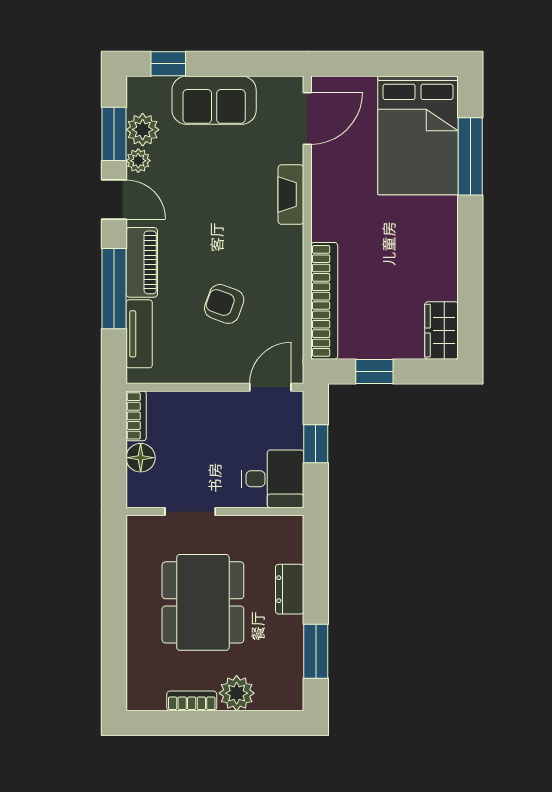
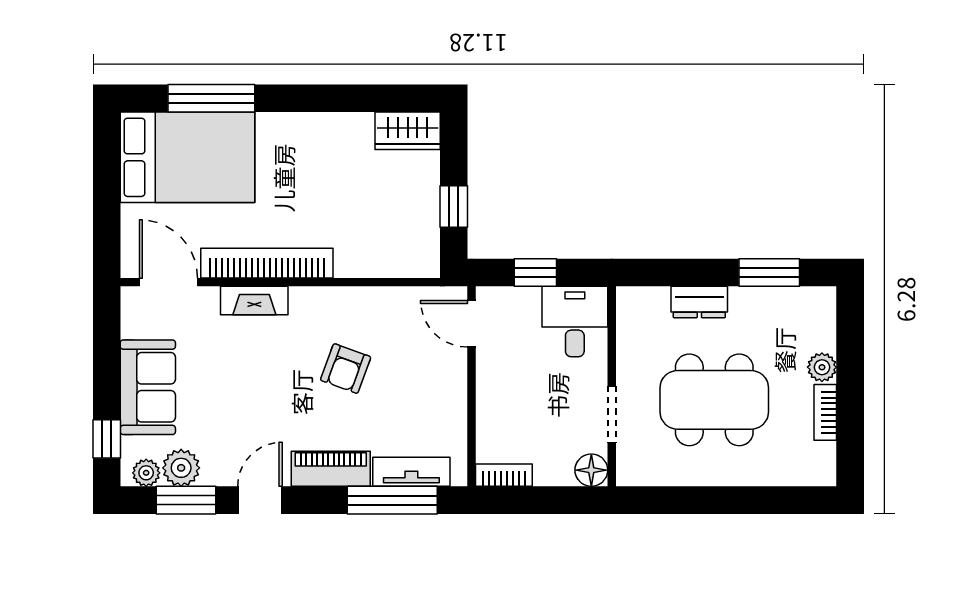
plant: (138, 161) -> (146, 473), moved
window: (114, 289) -> (392, 500), moved
bookcase: (324, 301) -> (267, 263), moved
armchair: (224, 304) -> (346, 369), moved
floor lamp: (141, 458) -> (591, 470), moved
plant: (237, 693) -> (822, 367), width x0.73, depth x0.73

